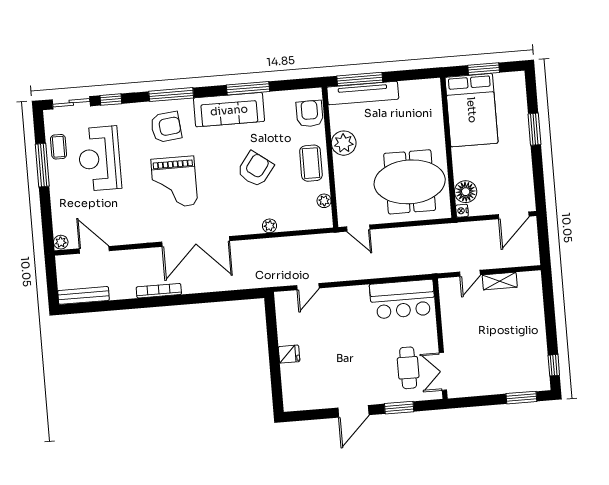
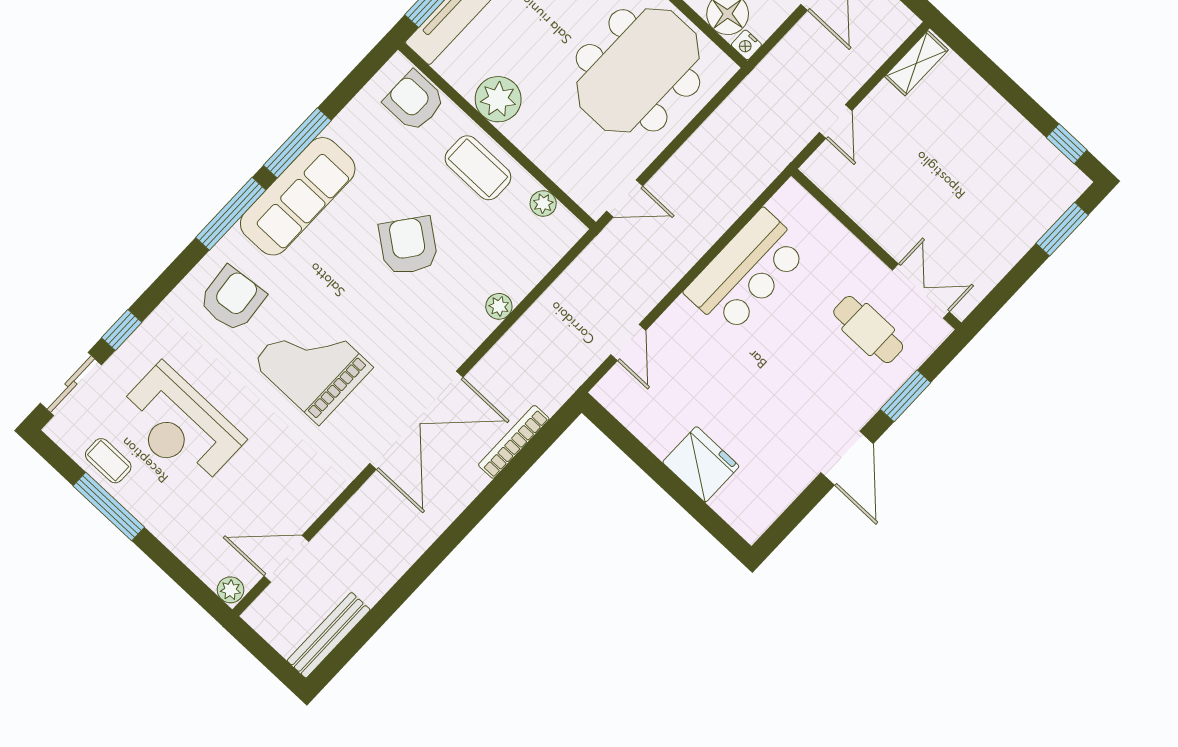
window: (171, 95) -> (231, 214), moved
grand piano: (174, 182) -> (313, 365), turned 180
shelving: (500, 281) -> (916, 63), moved
bookcase: (159, 291) -> (514, 442), moved
bar counter: (402, 299) -> (747, 272), moved
fridge: (289, 354) -> (701, 464), width x1.88, depth x1.34
double door: (443, 371) -> (921, 291), swing flipped

